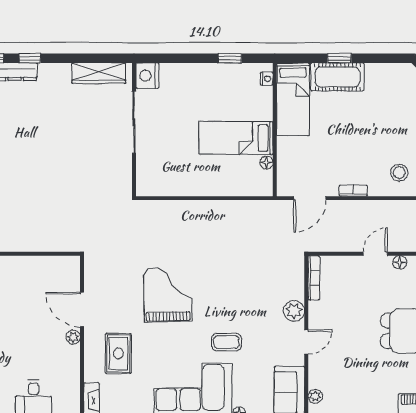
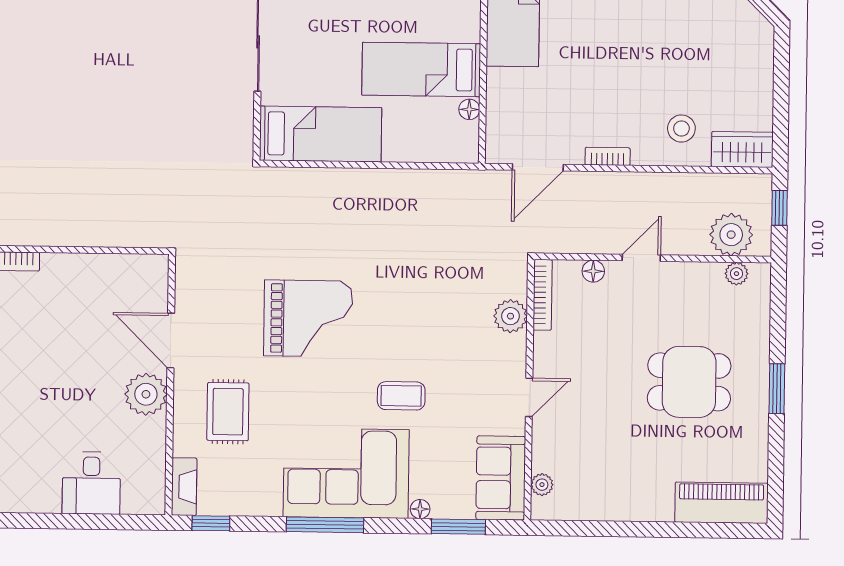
bed: (174, 179) -> (320, 134), added
floor lamp: (400, 263) -> (593, 271), moved
grand piano: (168, 295) -> (308, 318), turned 91
plant: (294, 311) -> (510, 316), moved
plant: (73, 337) -> (146, 394), width x1.87, depth x1.87

